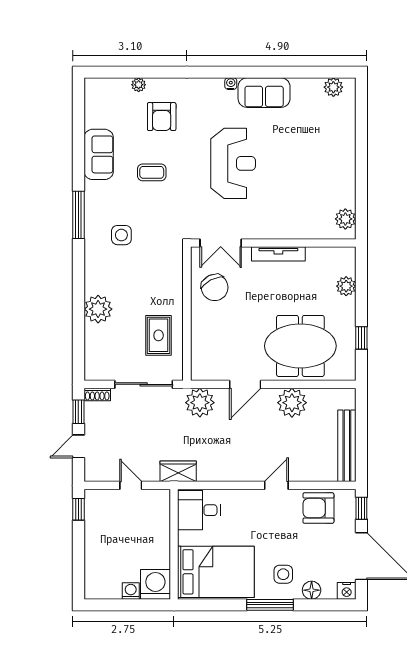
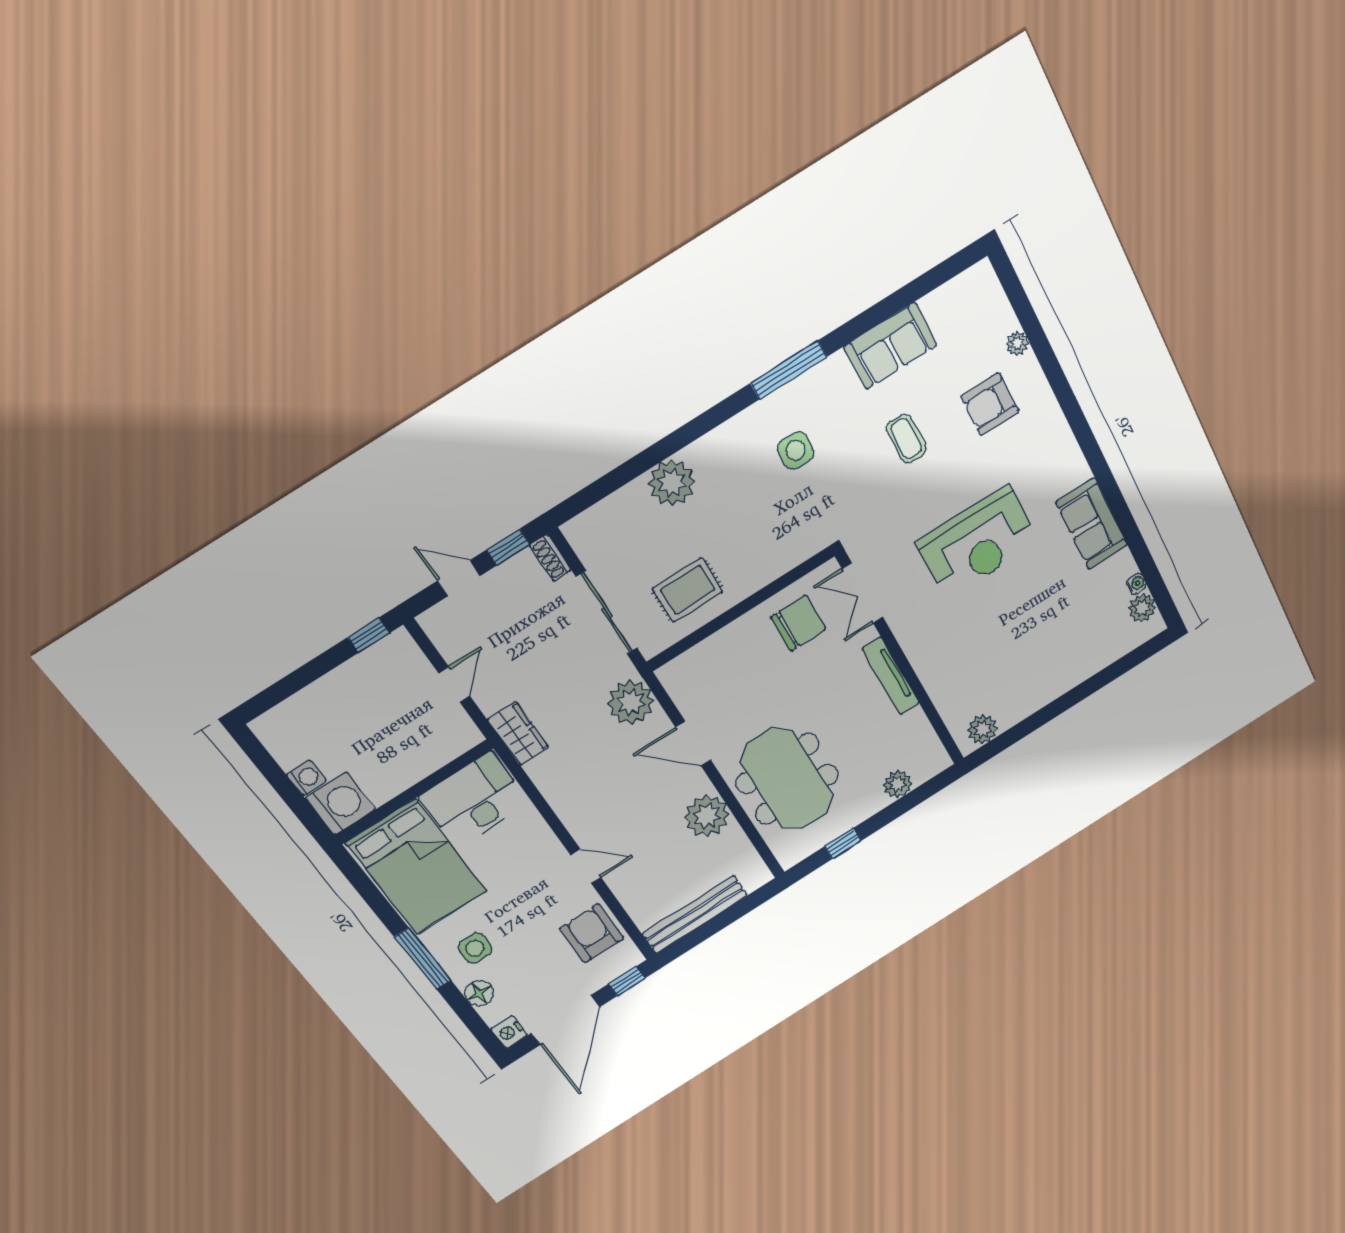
water cooler: (231, 84) -> (1136, 584), moved
chair: (215, 287) -> (798, 623), turned -153
desk: (199, 510) -> (474, 800), width x1.37

